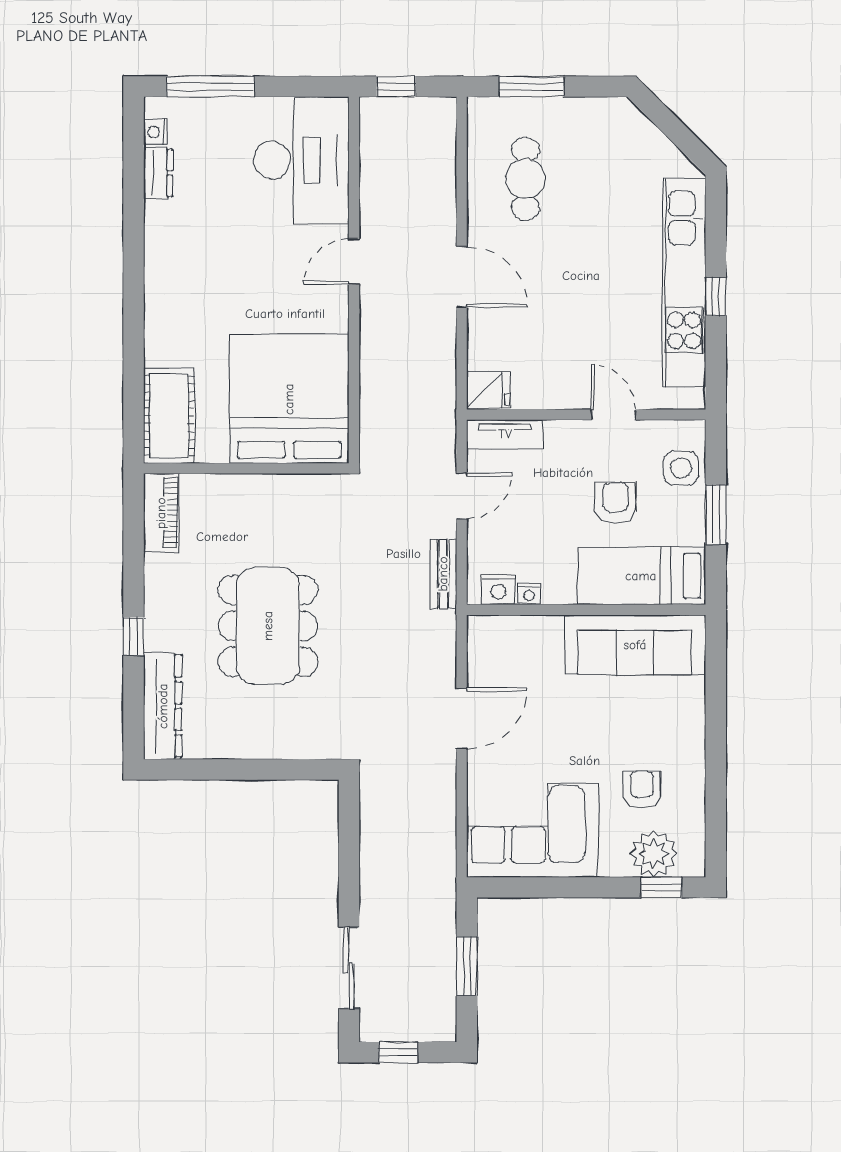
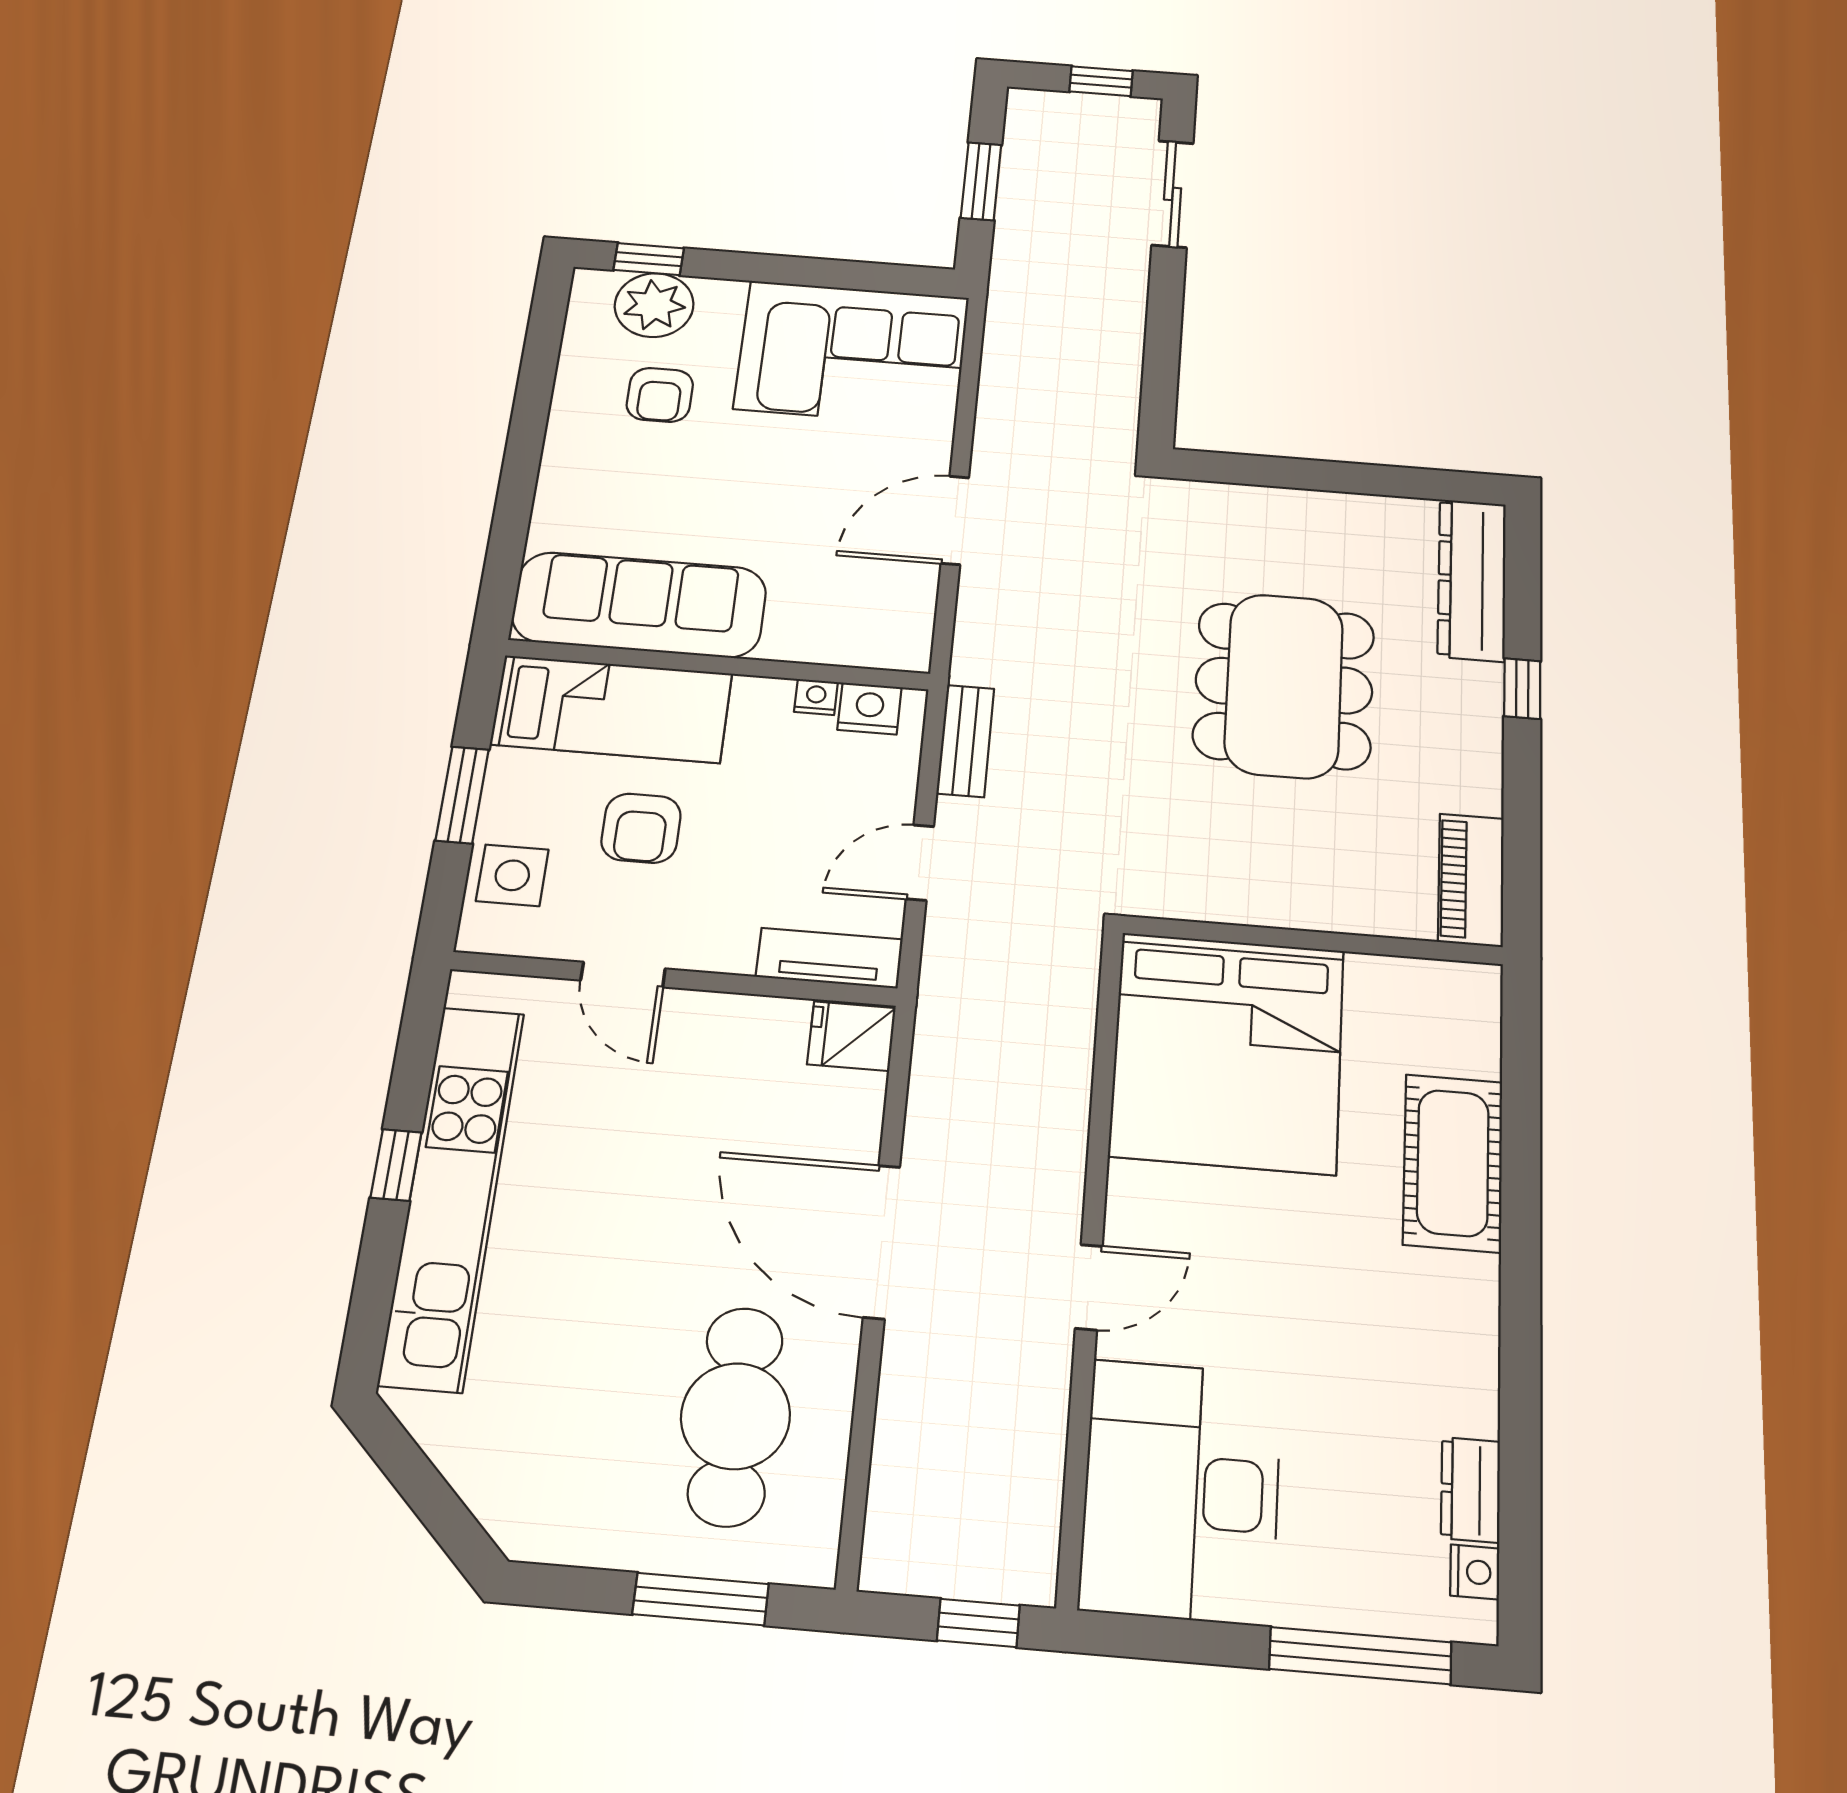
cafe table: (525, 179) -> (735, 1416), width x1.37, depth x1.35
door: (462, 277) -> (882, 1242), width x1.36
cot: (169, 416) -> (1453, 1163), moved

